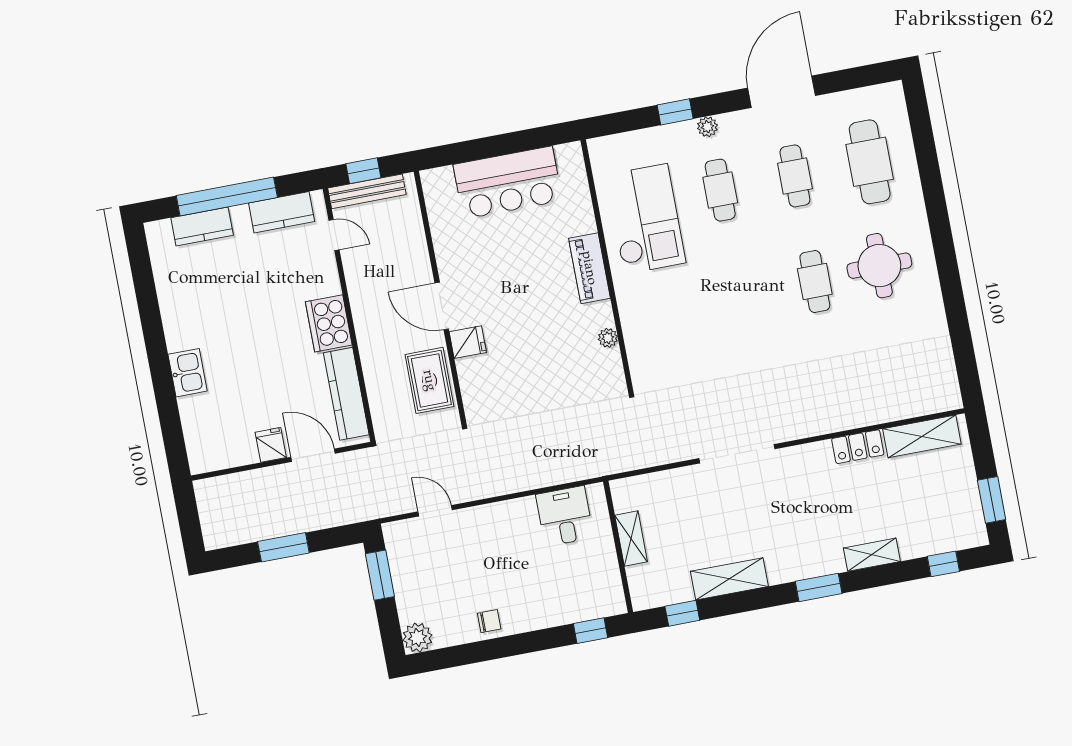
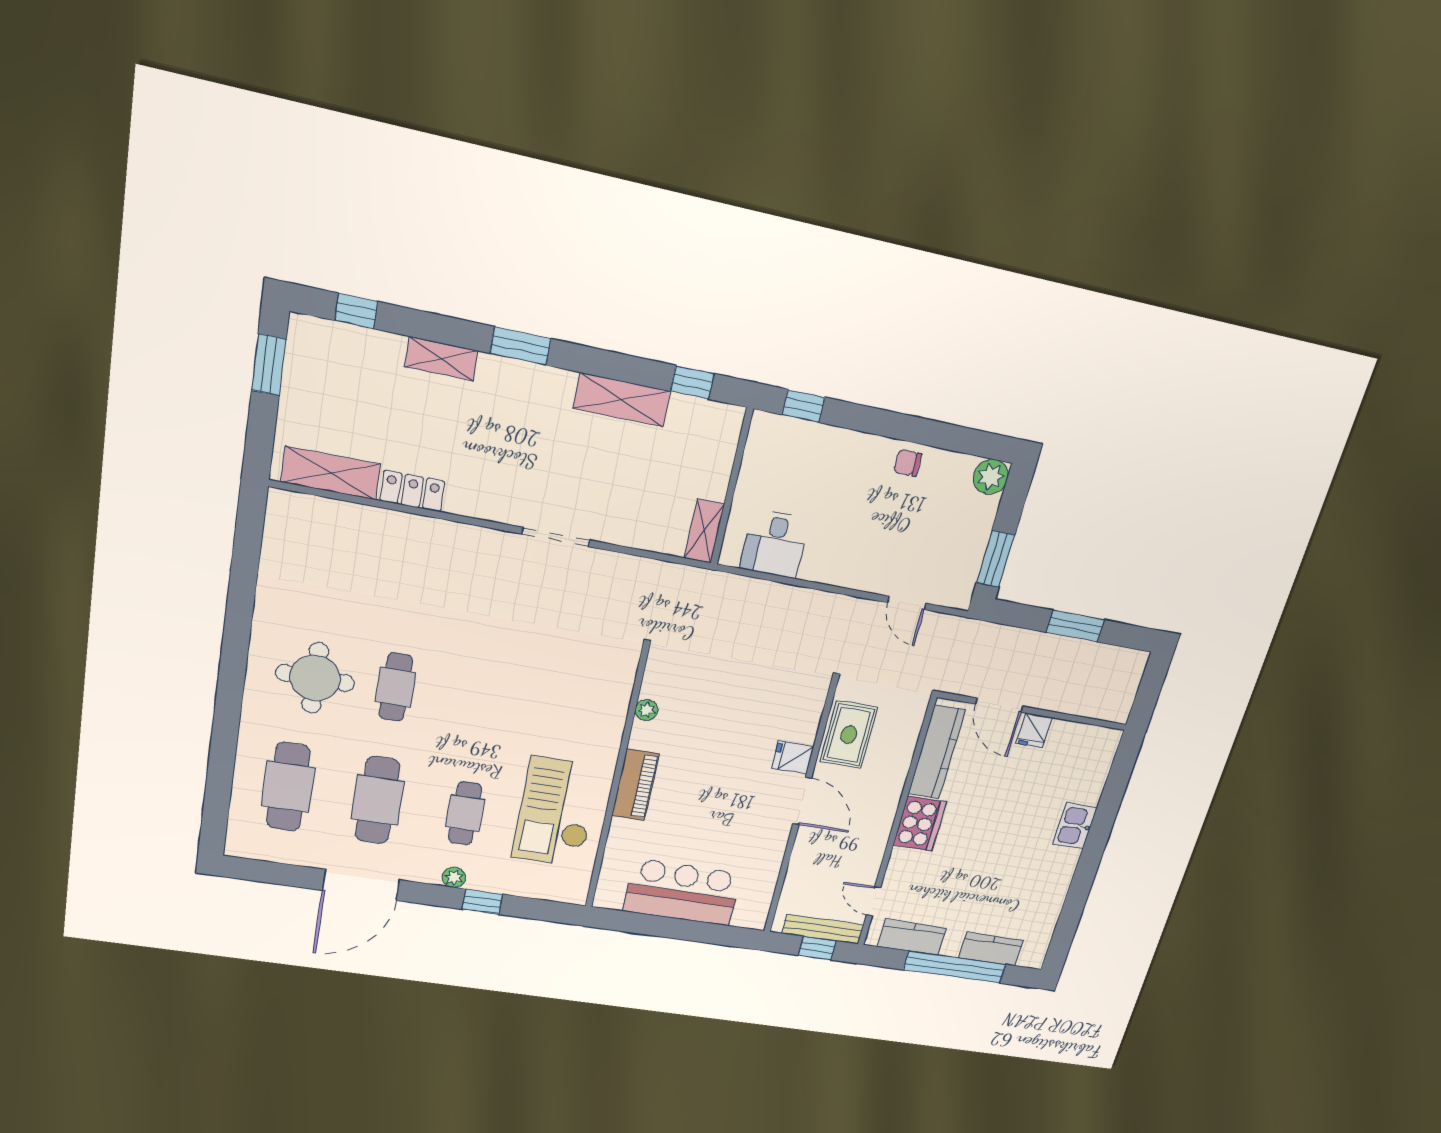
cafe table: (795, 176) -> (378, 800), width x1.37, depth x1.35
doorway: (737, 454) -> (556, 537), width x0.73
shelving: (631, 538) -> (704, 531), moved

